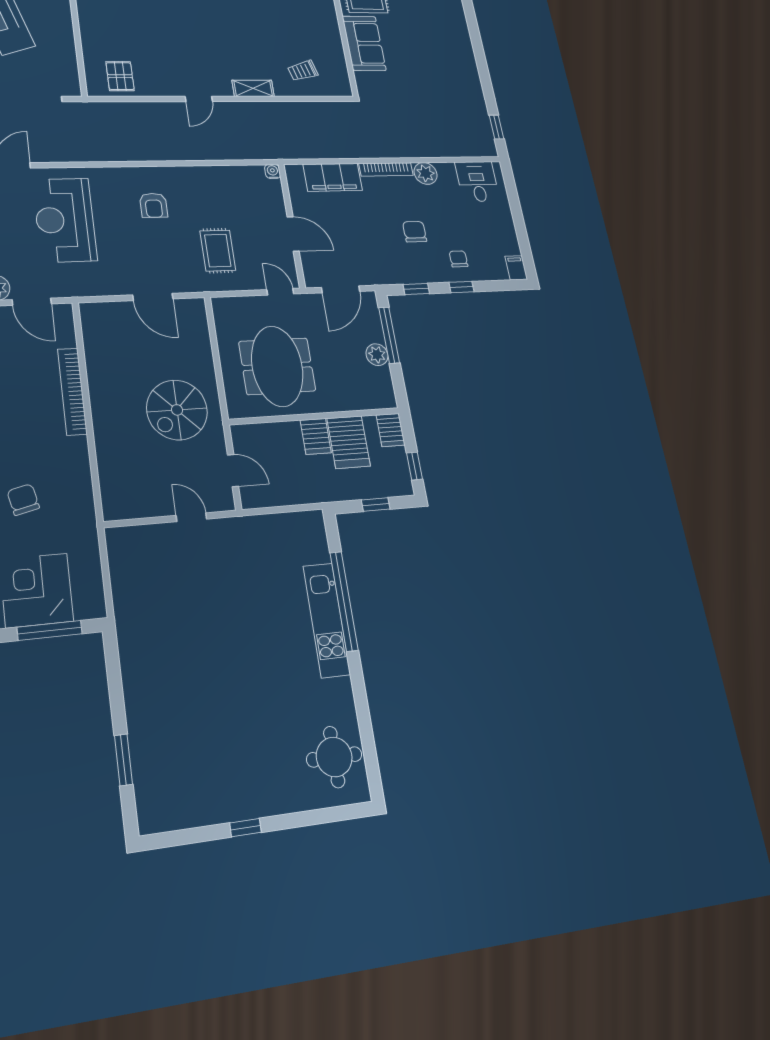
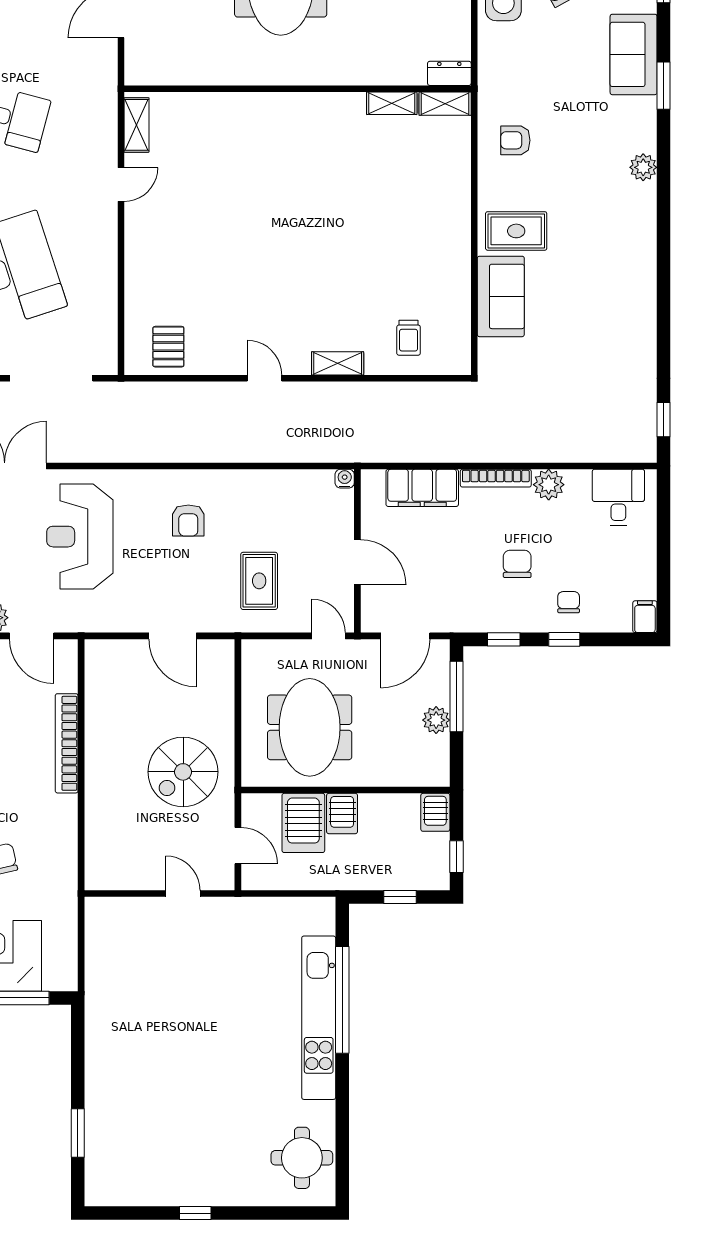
trolley: (303, 71) -> (409, 338), turned -74
door: (199, 99) -> (264, 378), swing flipped
server rack: (349, 442) -> (303, 823), moved
kitchen unit: (327, 620) -> (319, 1018), width x1.36

